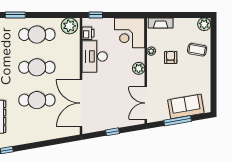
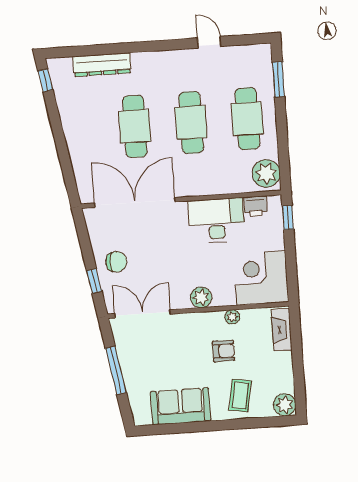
sofa: (186, 107) -> (181, 406), moved, turned -80
chair: (115, 116) -> (116, 262), added
window: (113, 132) -> (94, 281), moved

